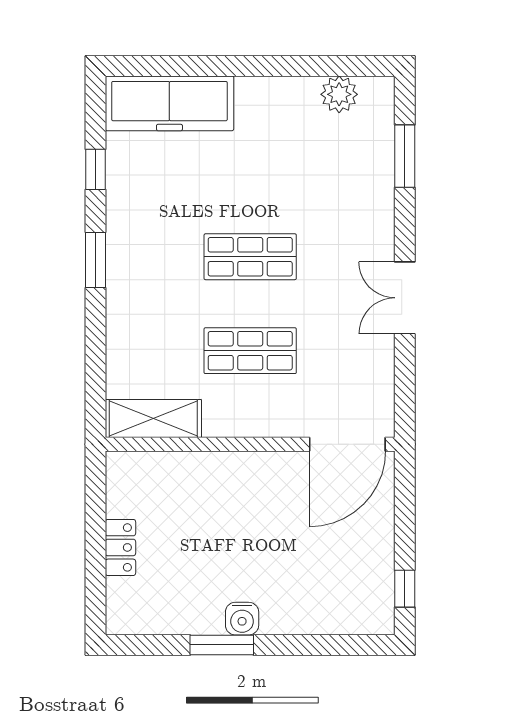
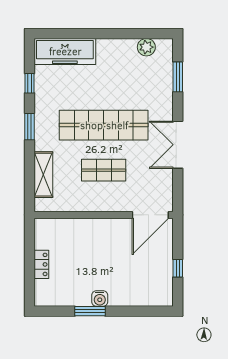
shop shelf: (250, 257) -> (104, 125), width x2.00, depth x1.36
double door: (405, 298) -> (178, 145), width x1.37
shelving: (153, 419) -> (43, 175), moved, turned 90
window: (405, 589) -> (178, 268), moved

